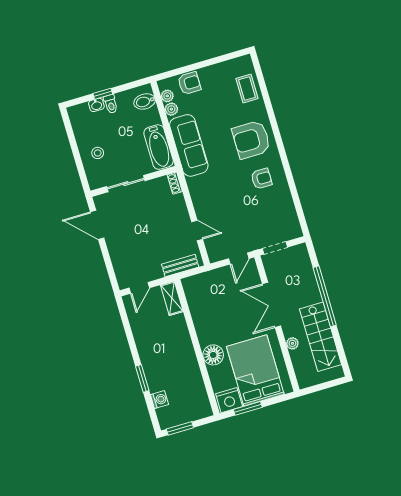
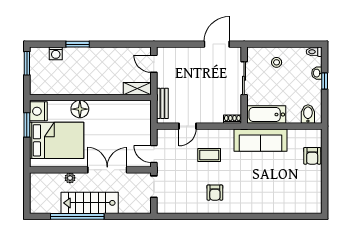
coffee table: (247, 88) -> (209, 155), moved
plant: (167, 96) -> (307, 134), removed
toilet: (111, 104) -> (314, 52), moved
plant: (171, 109) -> (295, 135), removed
armchair: (251, 140) -> (250, 194), removed
window: (325, 296) -> (77, 216), moved
stairs: (320, 337) -> (90, 203), moved

